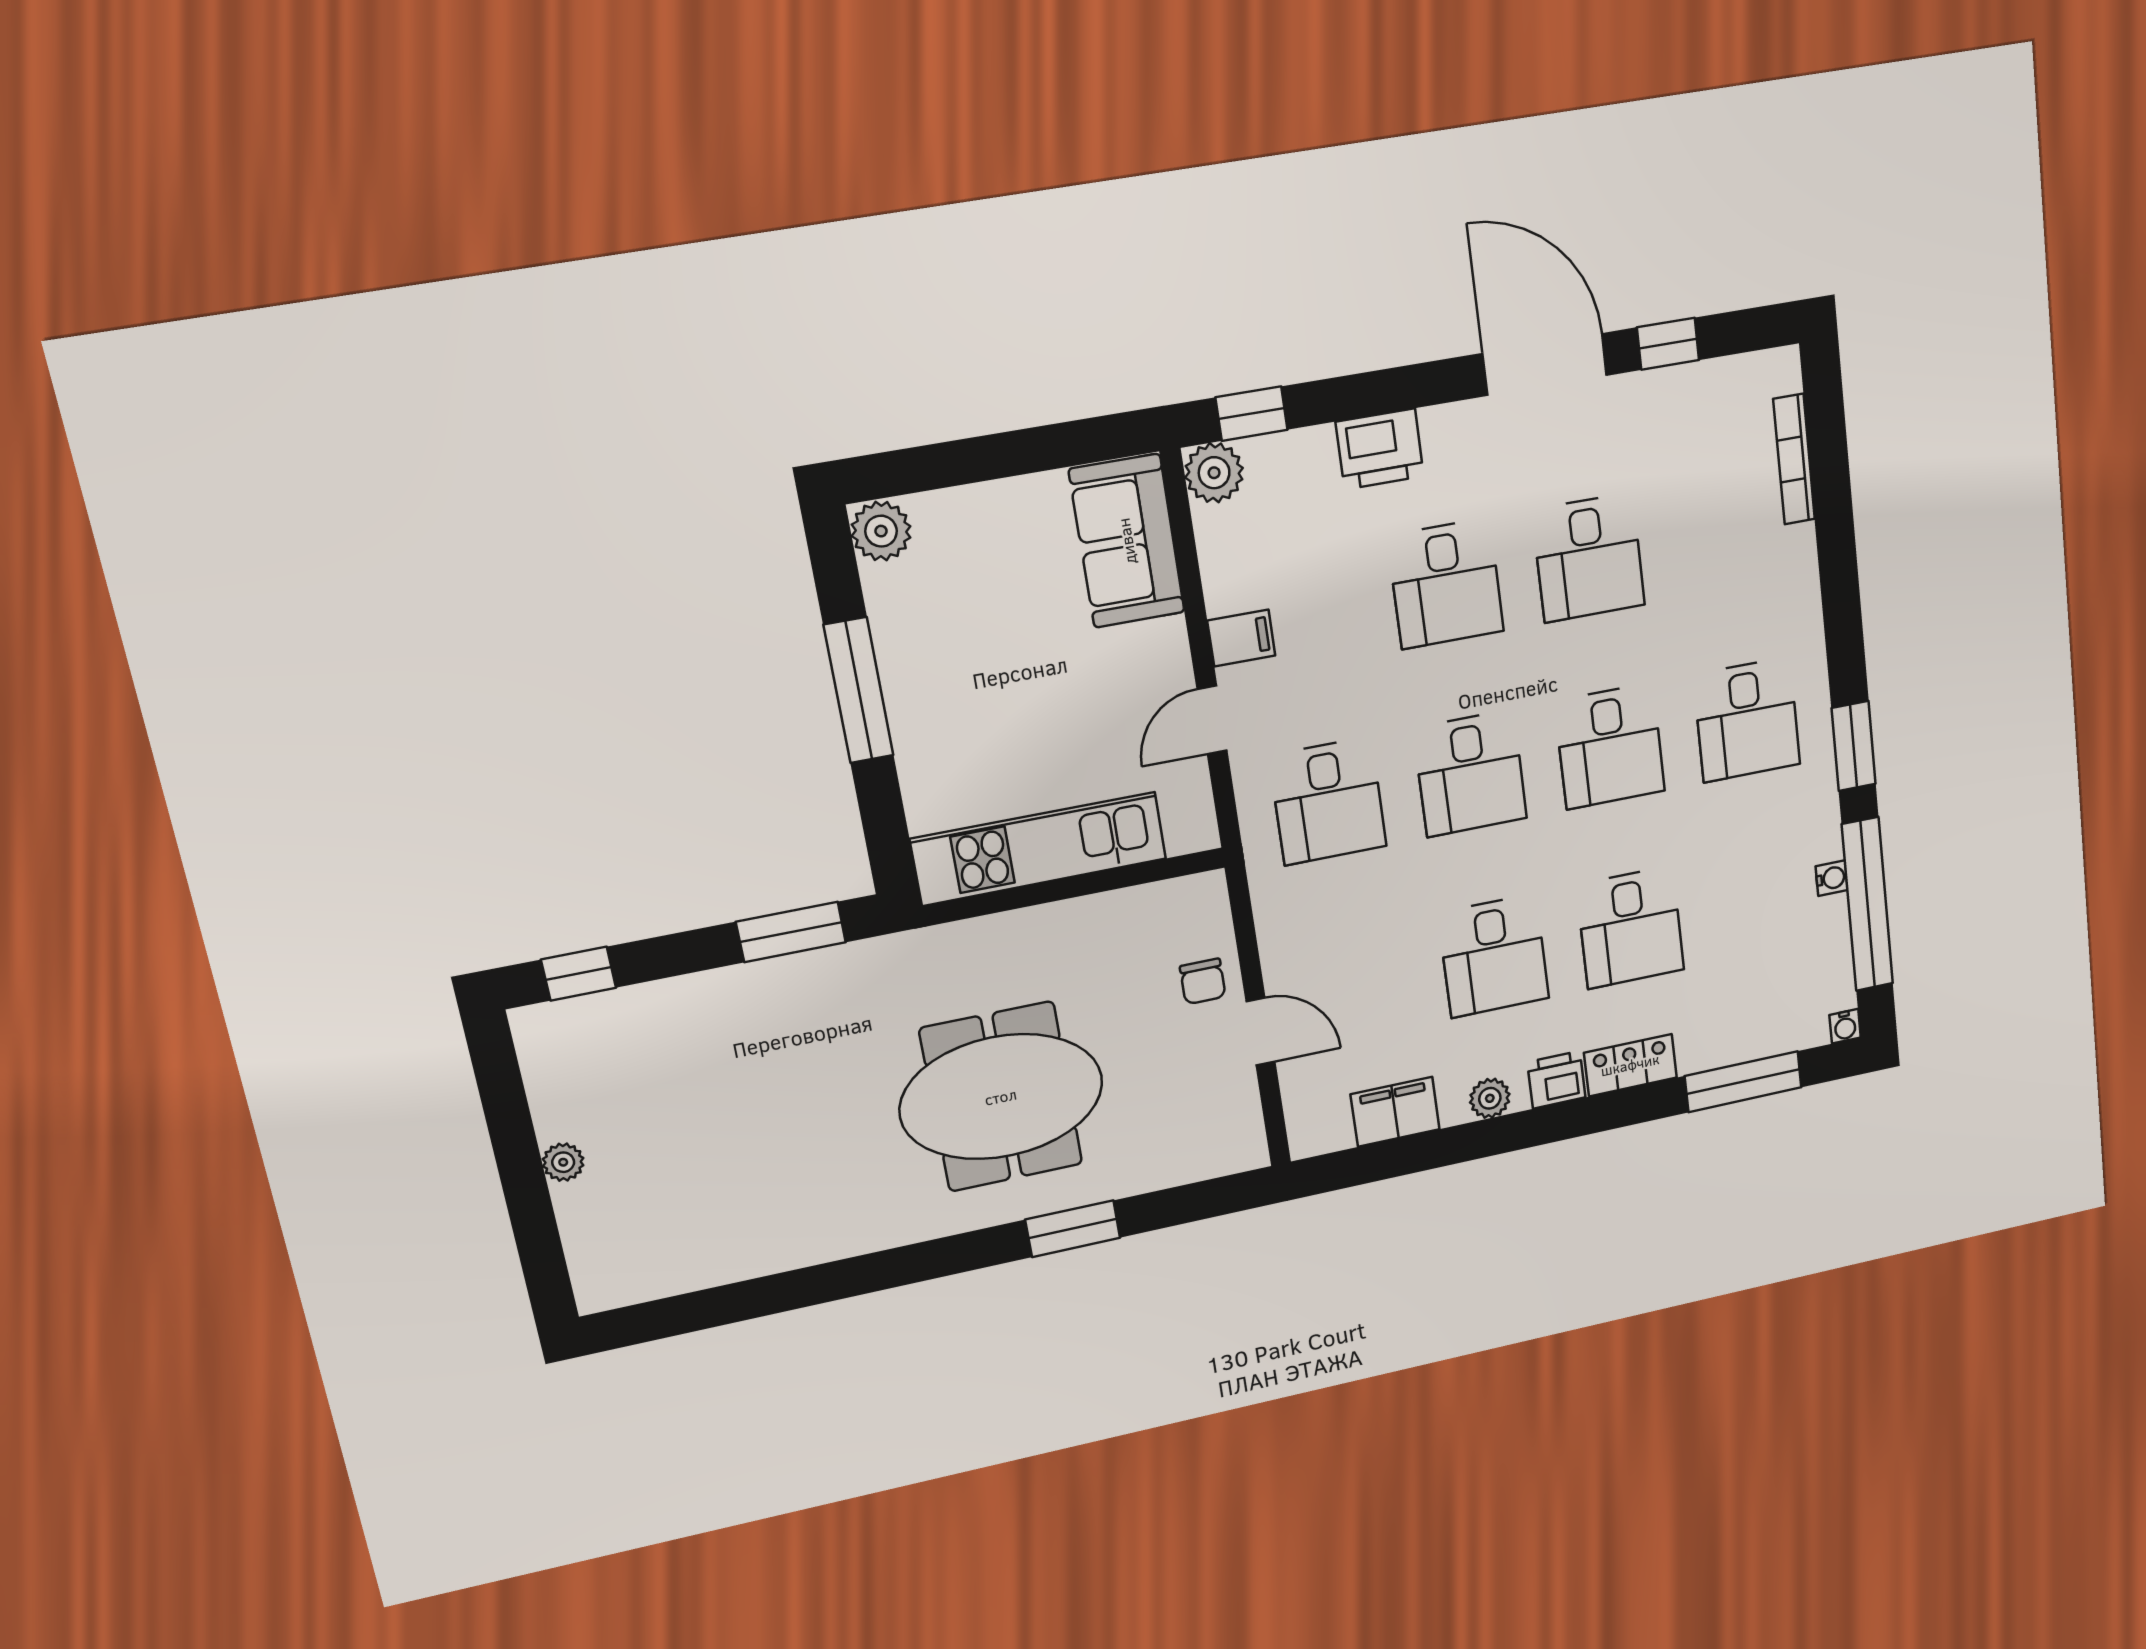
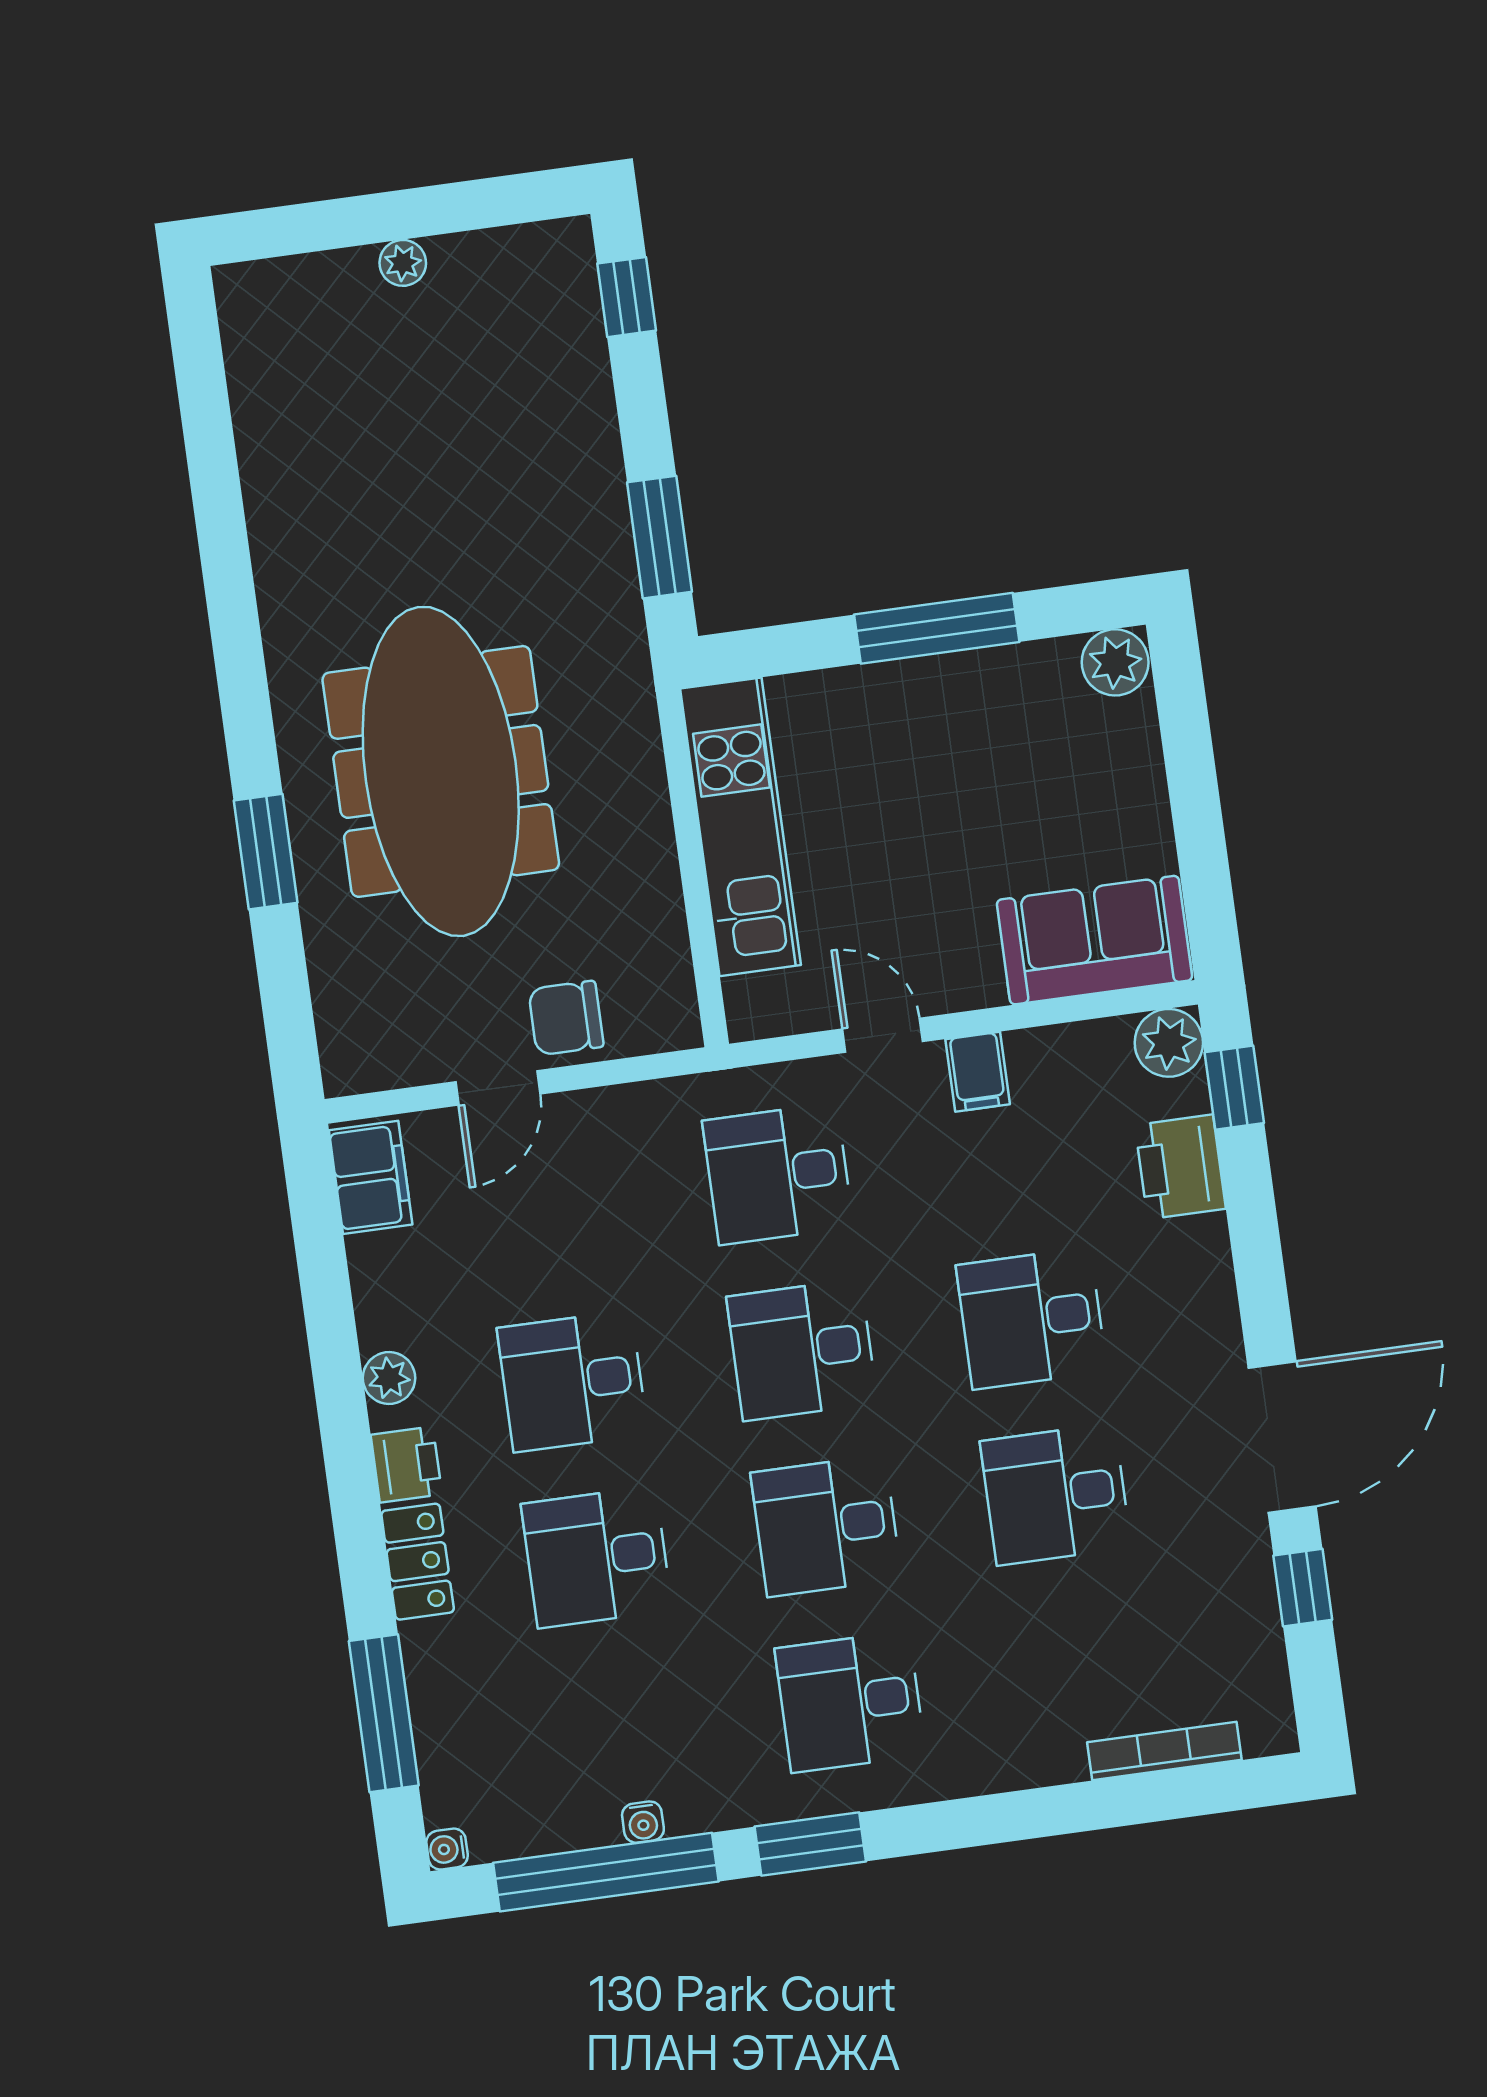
printer: (1380, 449) -> (1180, 1167), moved
chair: (1203, 981) -> (566, 1018), width x1.37, depth x1.37
meeting table: (1001, 1097) -> (441, 771), width x1.36
filing cabinet: (1395, 1112) -> (371, 1177), moved

